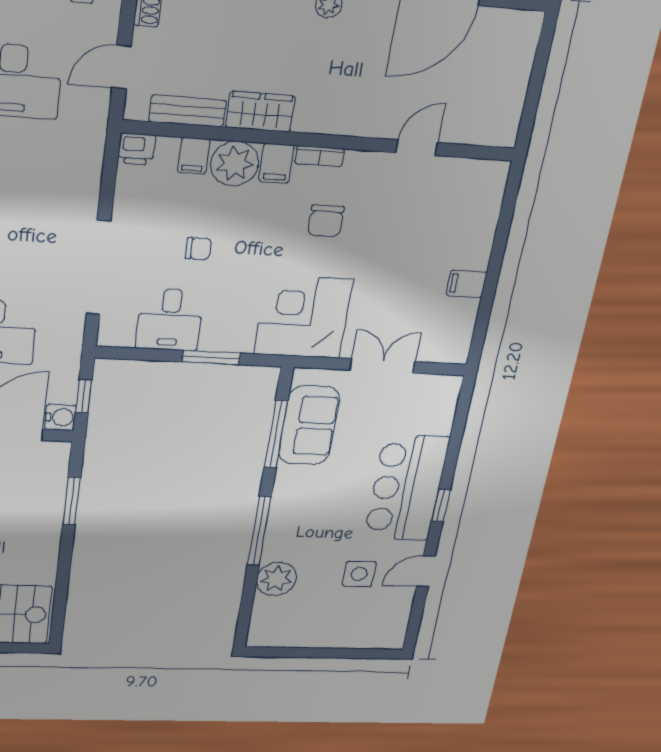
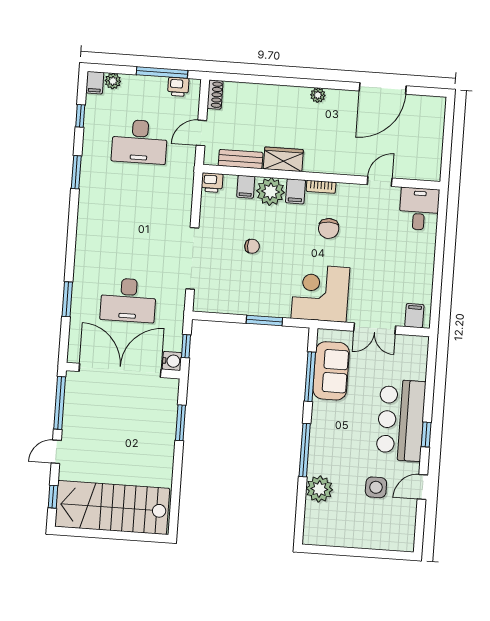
filing cabinet: (466, 284) -> (414, 316), moved, turned 90
desk: (170, 320) -> (419, 209), moved, turned 180
double door: (382, 366) -> (375, 328), swing flipped

